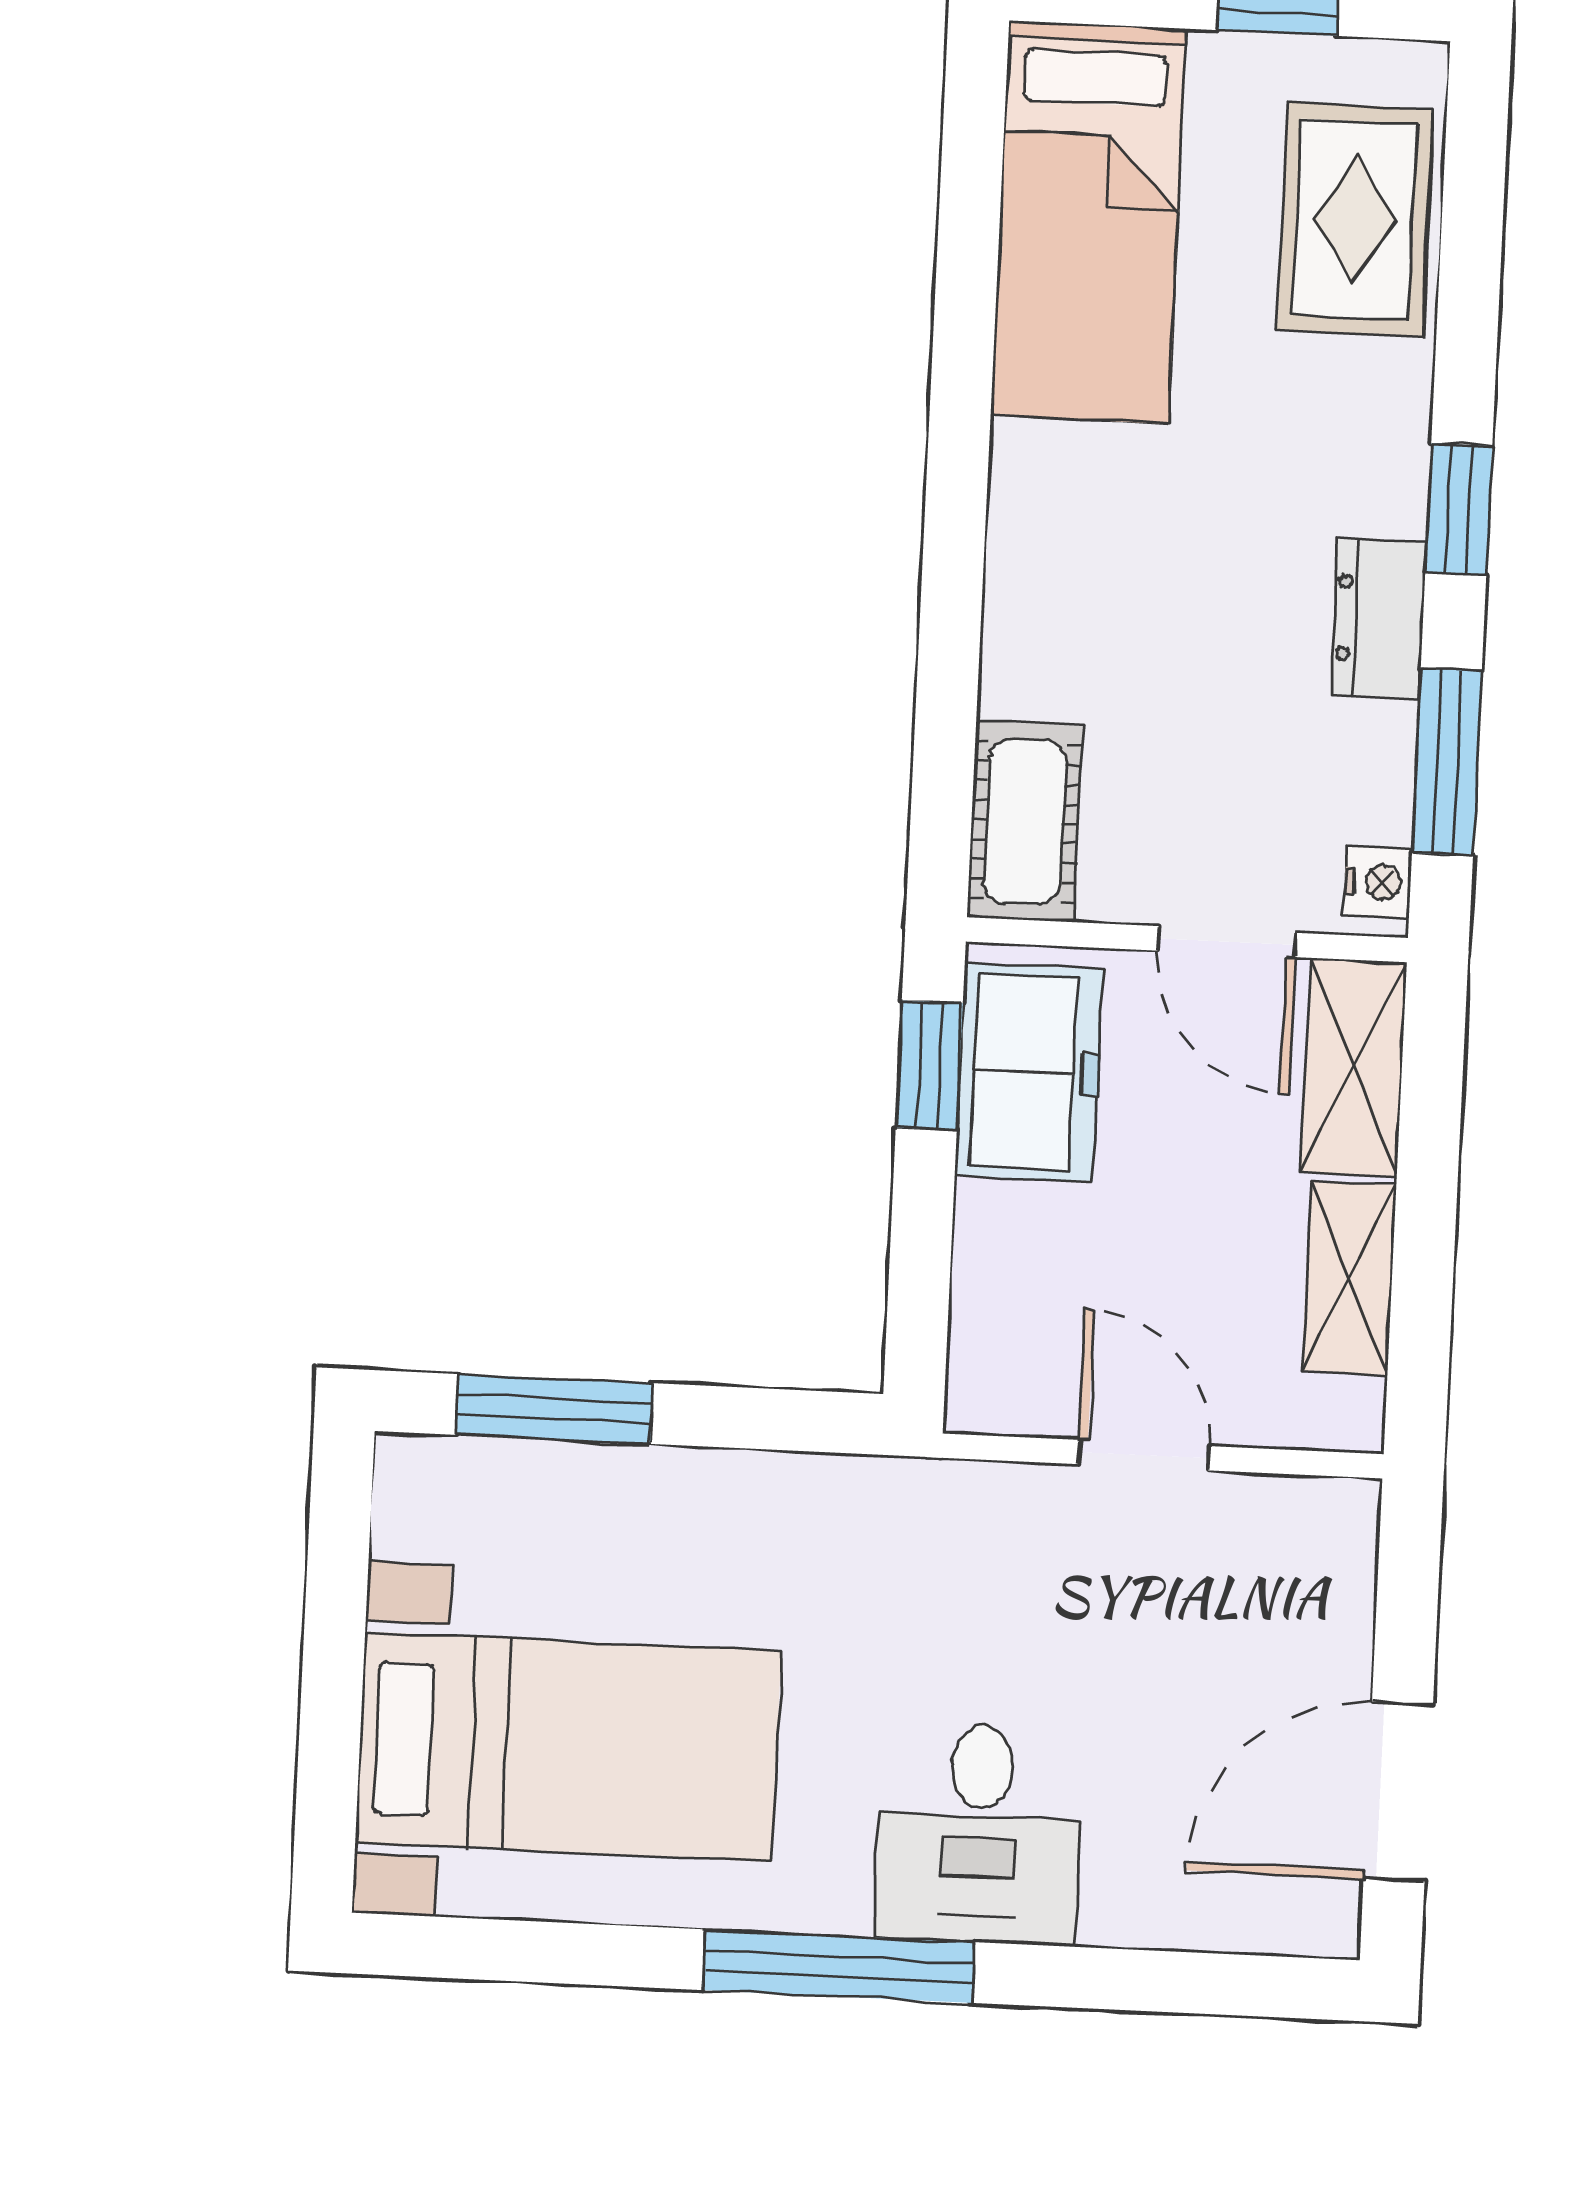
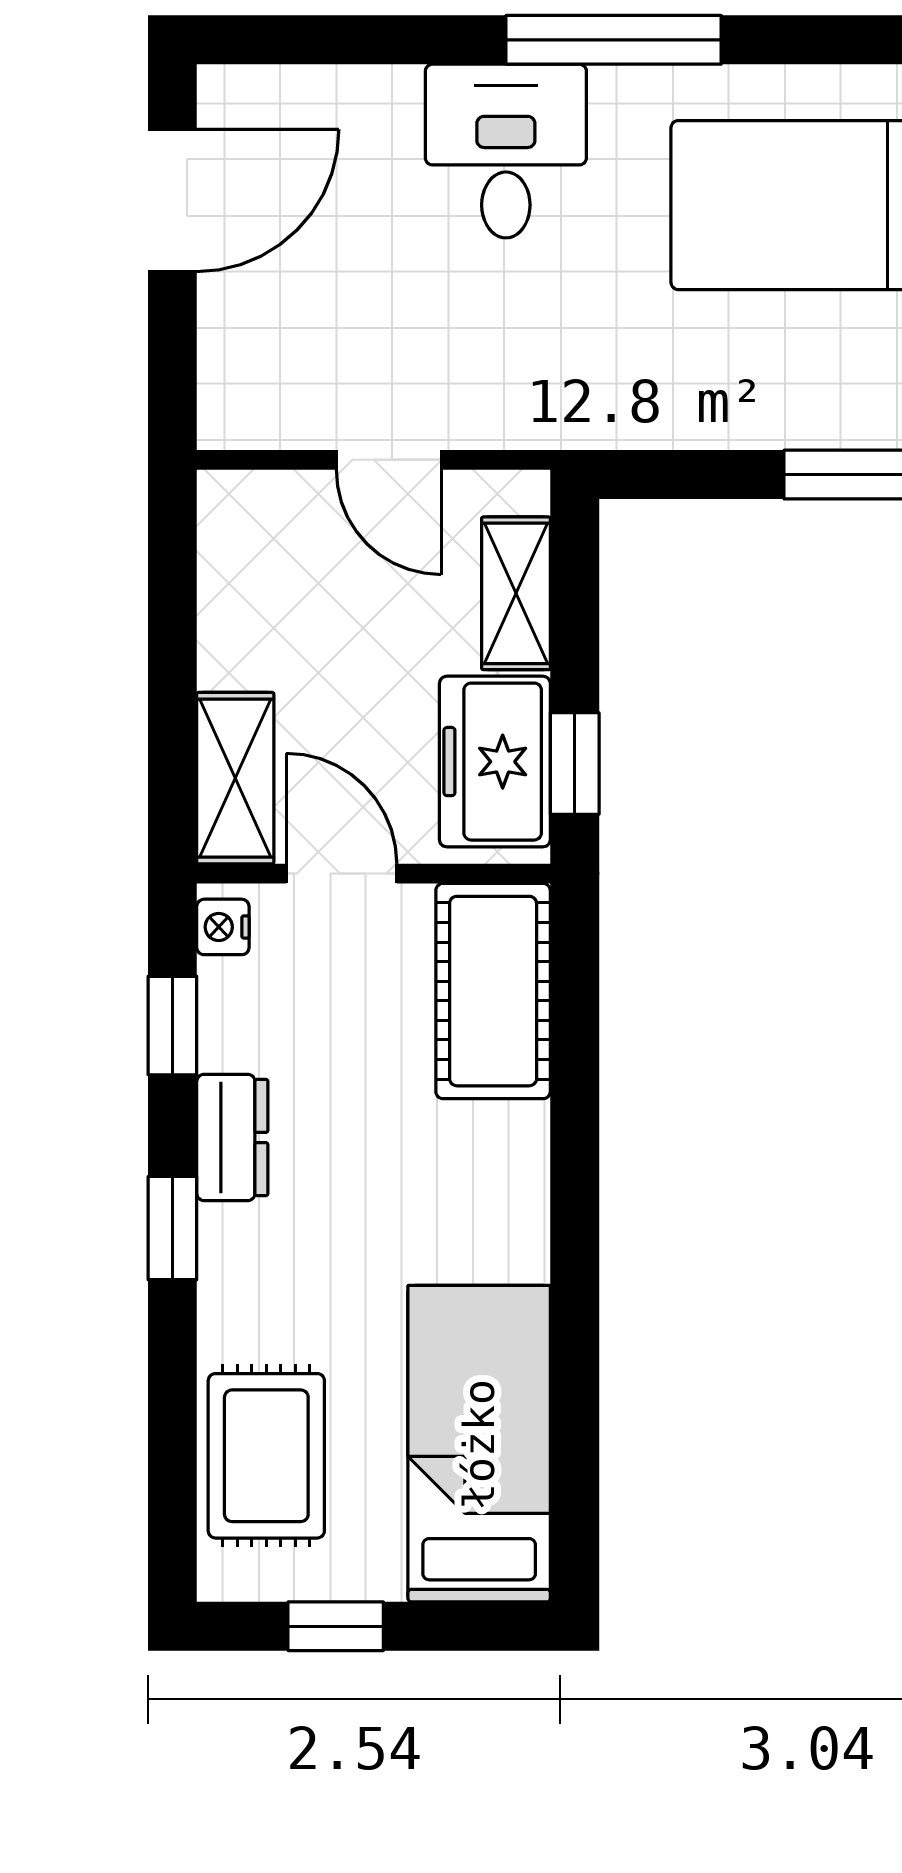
window: (1447, 762) -> (172, 1026), width x0.67
cot: (1025, 822) -> (493, 991), width x1.37, depth x1.34
shelving: (1349, 1278) -> (516, 593), moved

